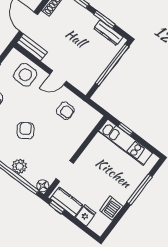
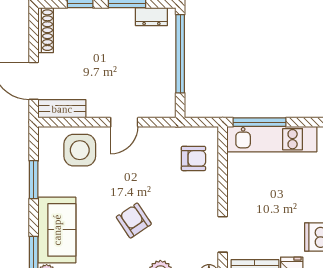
dresser: (108, 33) -> (151, 17), width x0.70
armchair: (65, 111) -> (193, 158), moved
window: (126, 129) -> (259, 122), width x2.17

